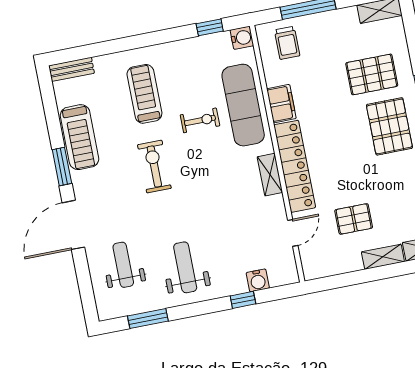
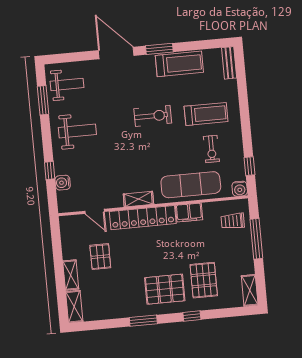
exercise bike: (200, 120) -> (211, 149), moved
treadmill: (80, 137) -> (179, 64), turned 180
weight bench: (123, 265) -> (67, 84), moved

